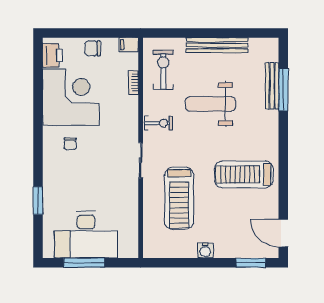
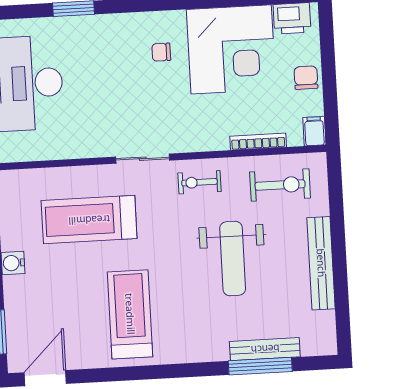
bookcase: (133, 83) -> (258, 142), width x1.56
weight bench: (210, 104) -> (233, 259), turned 180
exercise bike: (158, 123) -> (199, 182), turned 90

